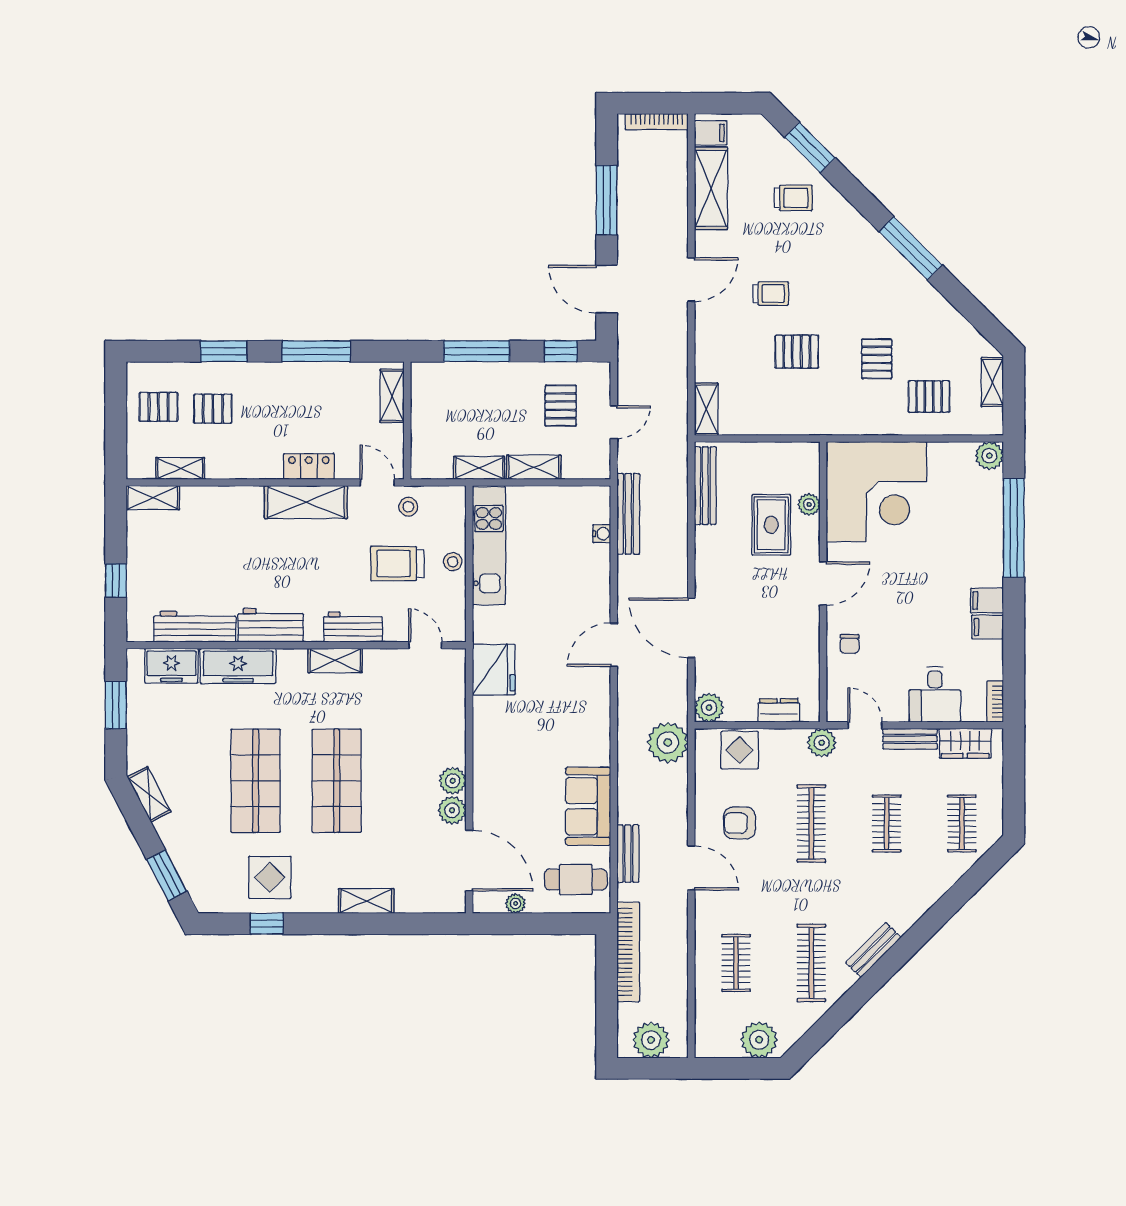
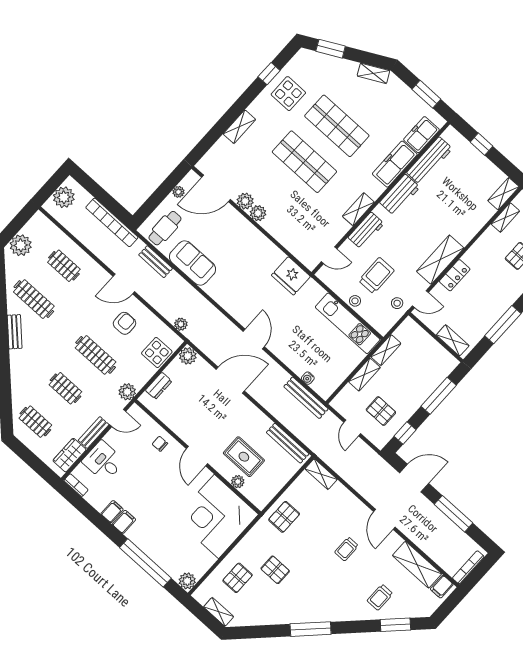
pallet: (797, 352) -> (284, 517), moved
plant: (668, 742) -> (181, 324), width x0.53, depth x0.53

